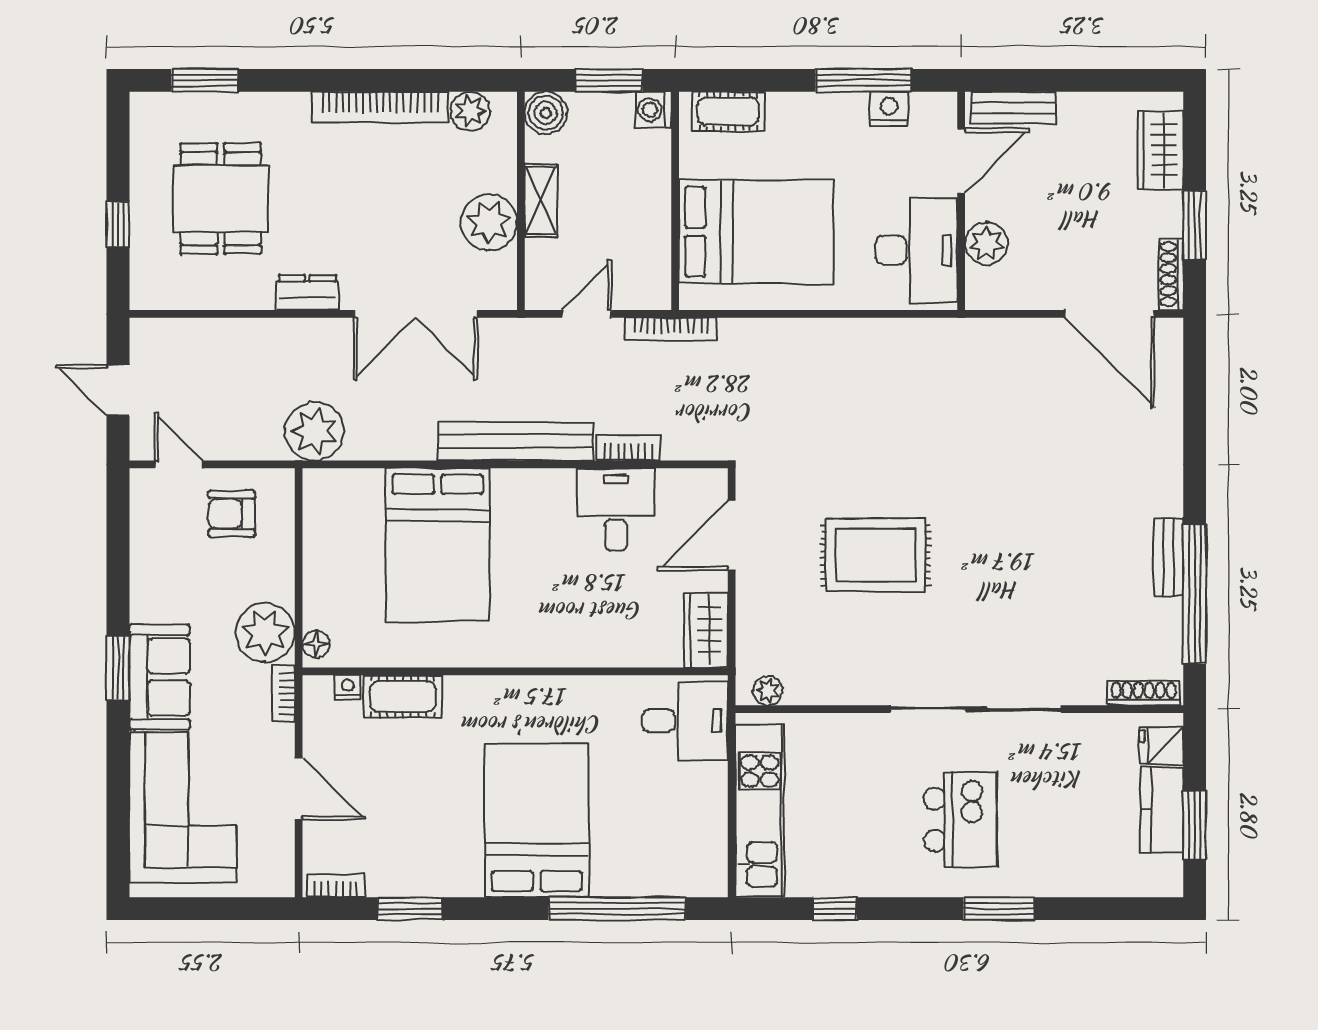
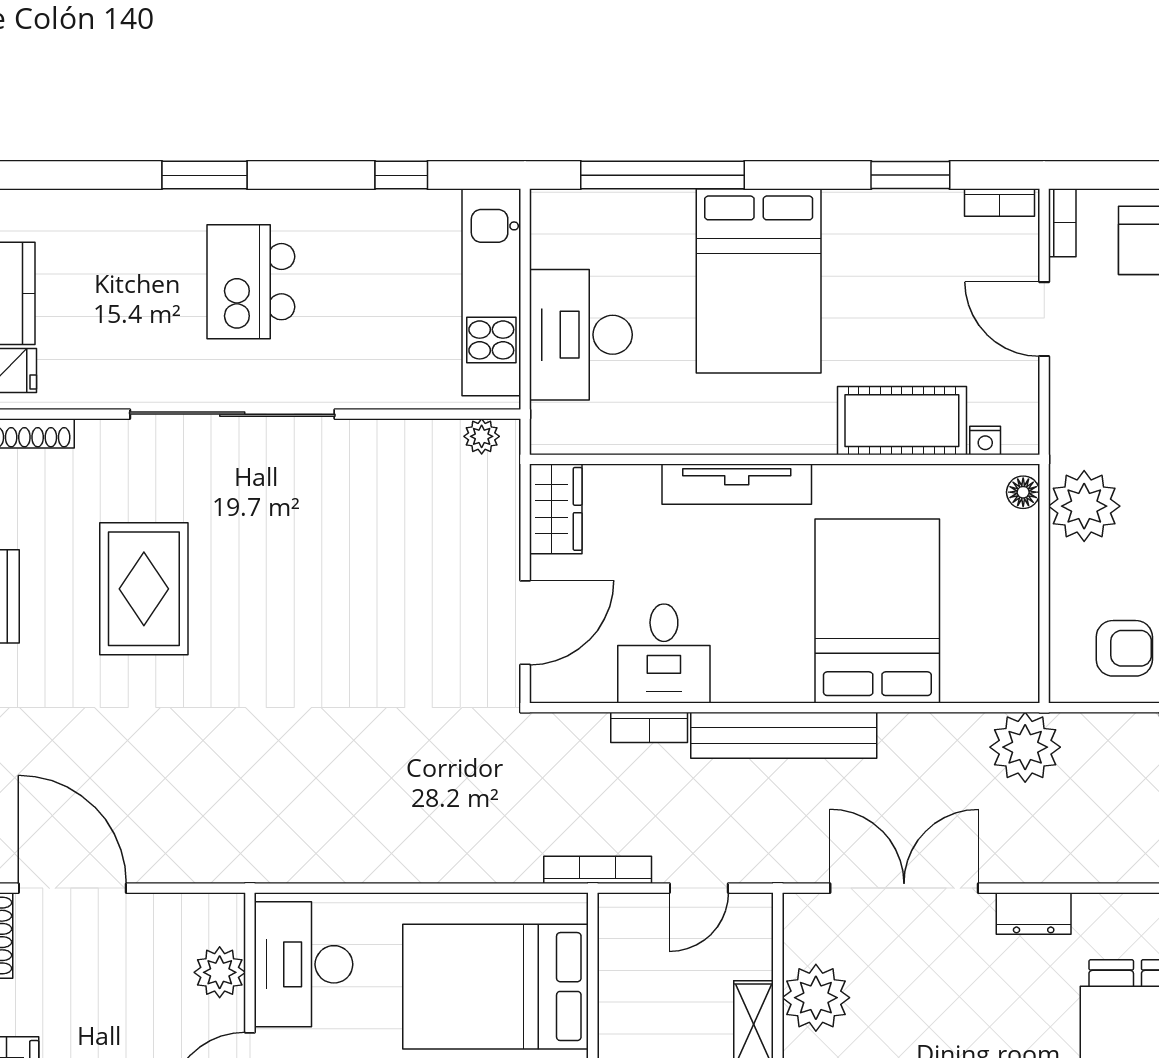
rug: (876, 555) -> (144, 589), moved, turned 90
tv unit: (555, 651) -> (737, 484), added
bookcase: (284, 694) -> (1062, 223), moved
cot: (403, 697) -> (902, 421), width x1.37, depth x1.34
desk: (685, 721) -> (581, 335), moved, width x1.37

